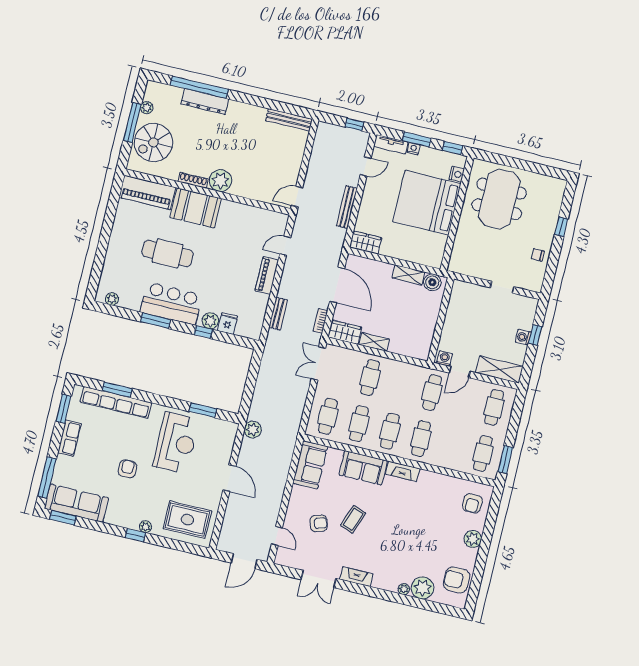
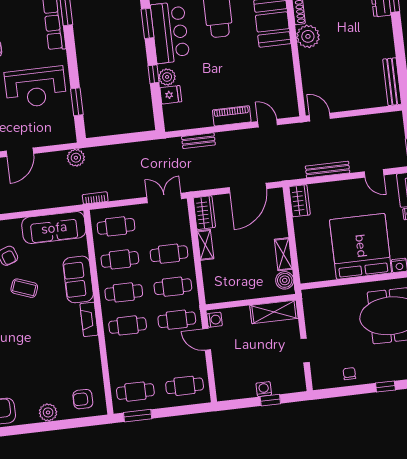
bookcase: (321, 321) -> (95, 198), moved
shelving: (499, 369) -> (274, 312), moved, turned 90
cafe table: (401, 385) -> (173, 287), added
sofa: (310, 465) -> (54, 228), width x1.36

